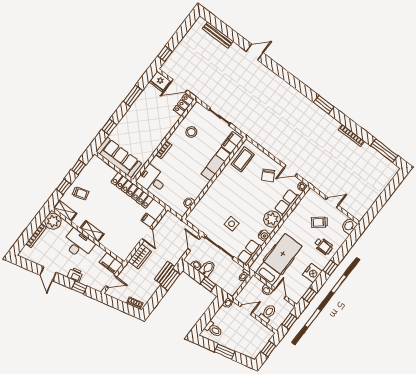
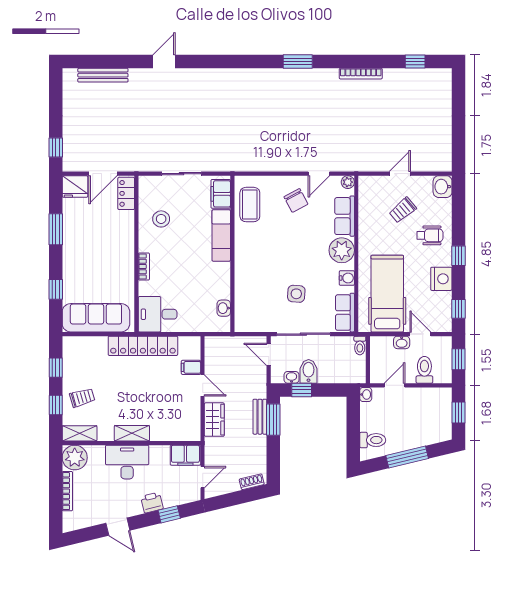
window: (384, 151) -> (415, 62), width x0.46
window: (208, 284) -> (302, 390), moved
window: (225, 351) -> (407, 457), width x1.44

